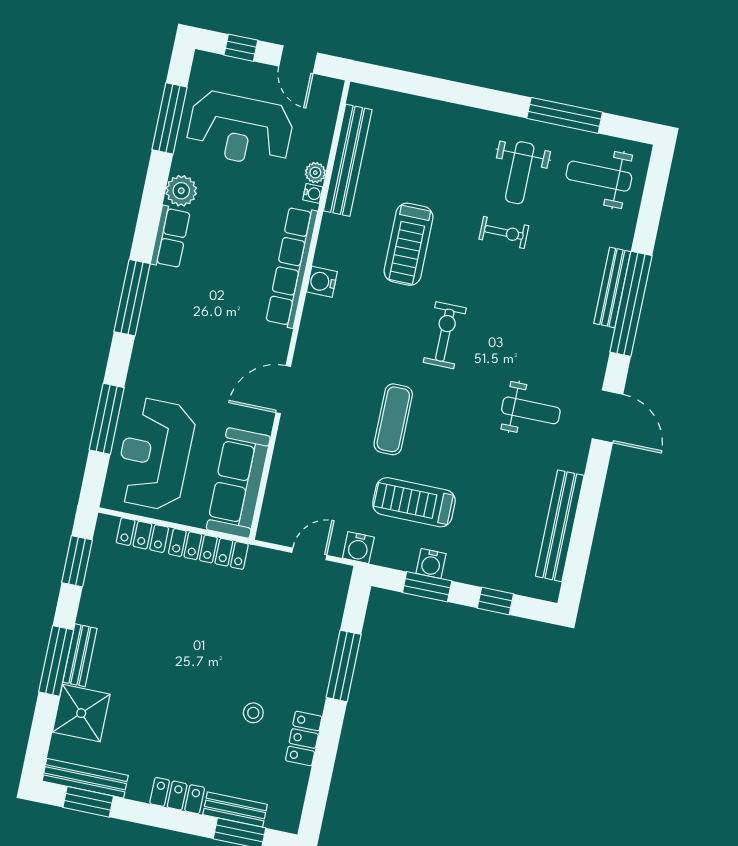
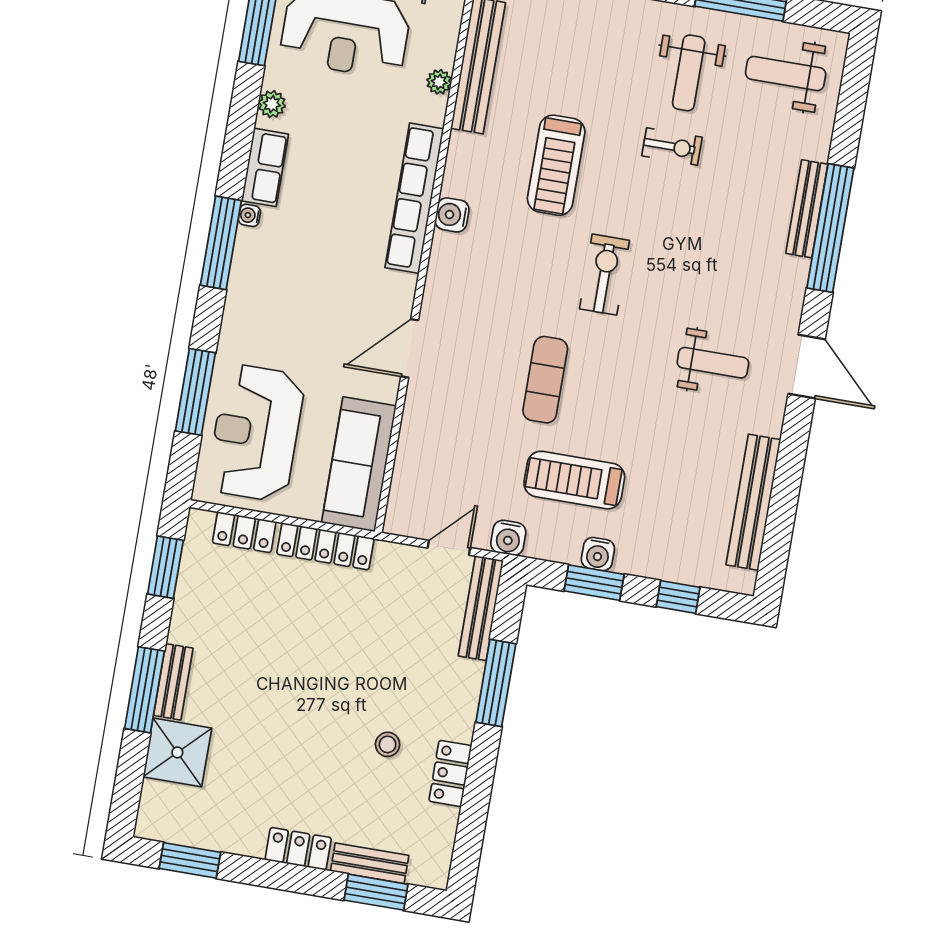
plant: (181, 191) -> (272, 104), width x0.73, depth x0.73
water cooler: (313, 193) -> (249, 215), moved, turned 180
bench: (85, 778) -> (481, 608), moved, turned 90

